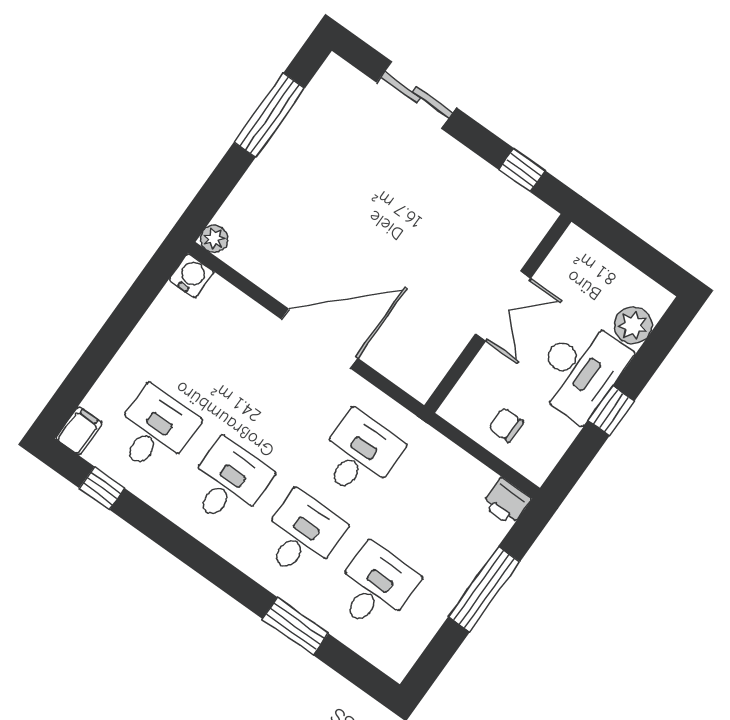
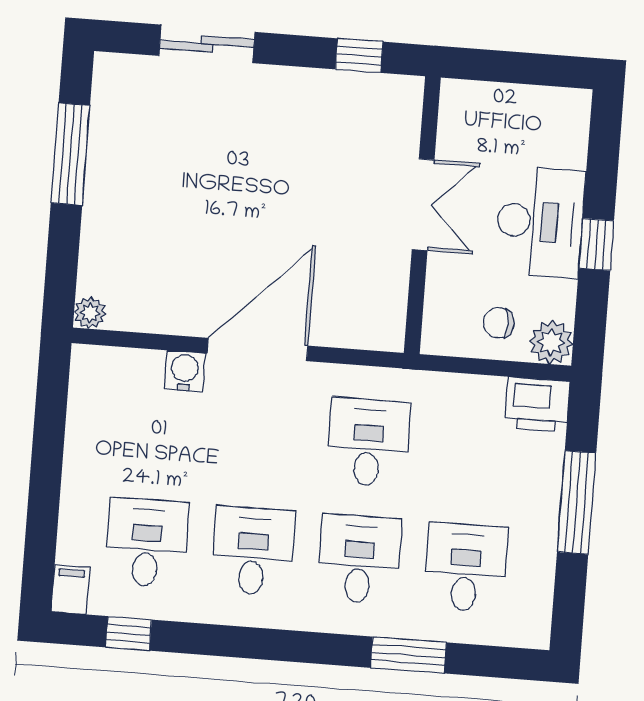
water cooler: (191, 276) -> (185, 371), moved
plant: (633, 325) -> (551, 342), moved
printer: (506, 502) -> (537, 405), width x1.36, depth x1.24

